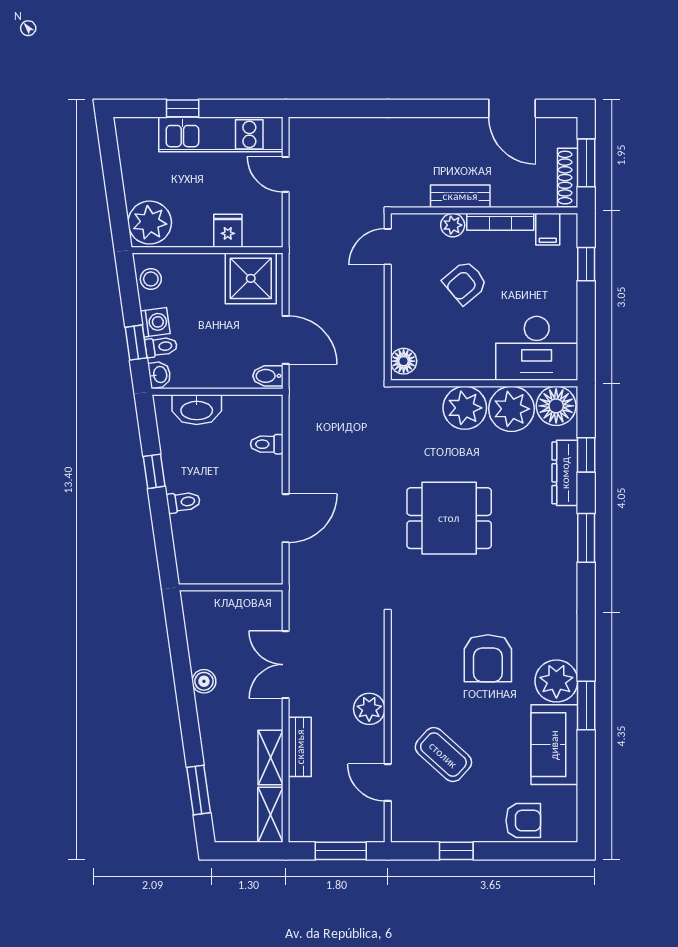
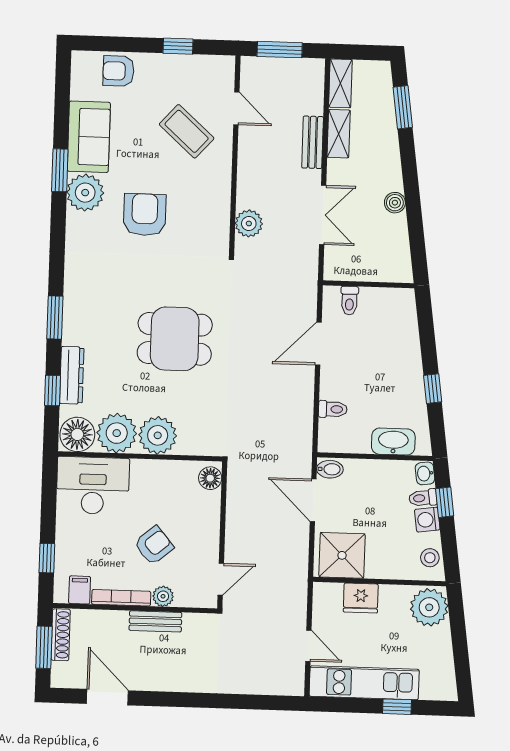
fridge: (228, 231) -> (361, 598), width x1.38
toilet: (183, 502) -> (349, 301), moved, turned -82
plant: (369, 709) -> (249, 223), moved

